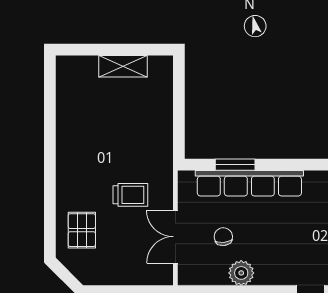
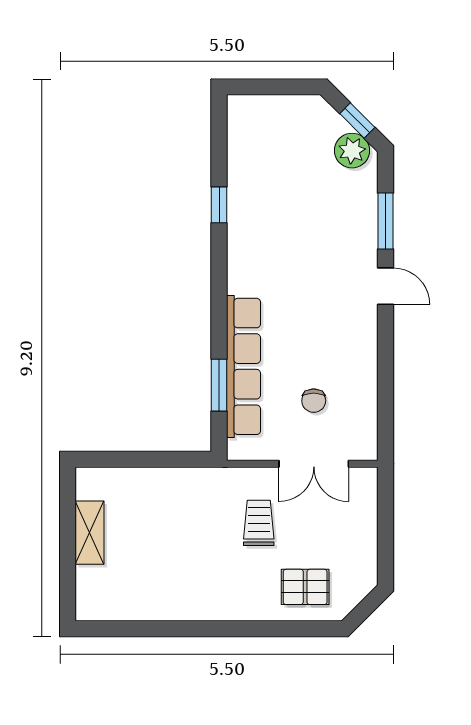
chair: (223, 237) -> (314, 401), turned -84
plant: (241, 273) -> (361, 377), removed

